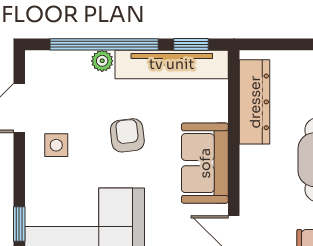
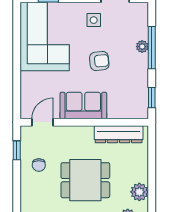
window: (104, 44) -> (152, 48), width x0.68
tv unit: (172, 64) -> (140, 86), removed

